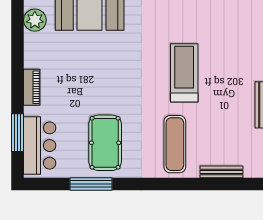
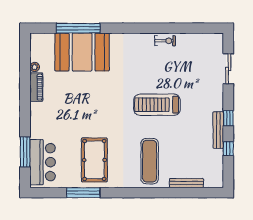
plant: (35, 20) -> (35, 67), width x0.53, depth x0.53
treadmill: (184, 73) -> (157, 105), turned -90
piano: (32, 87) -> (36, 87), moved

